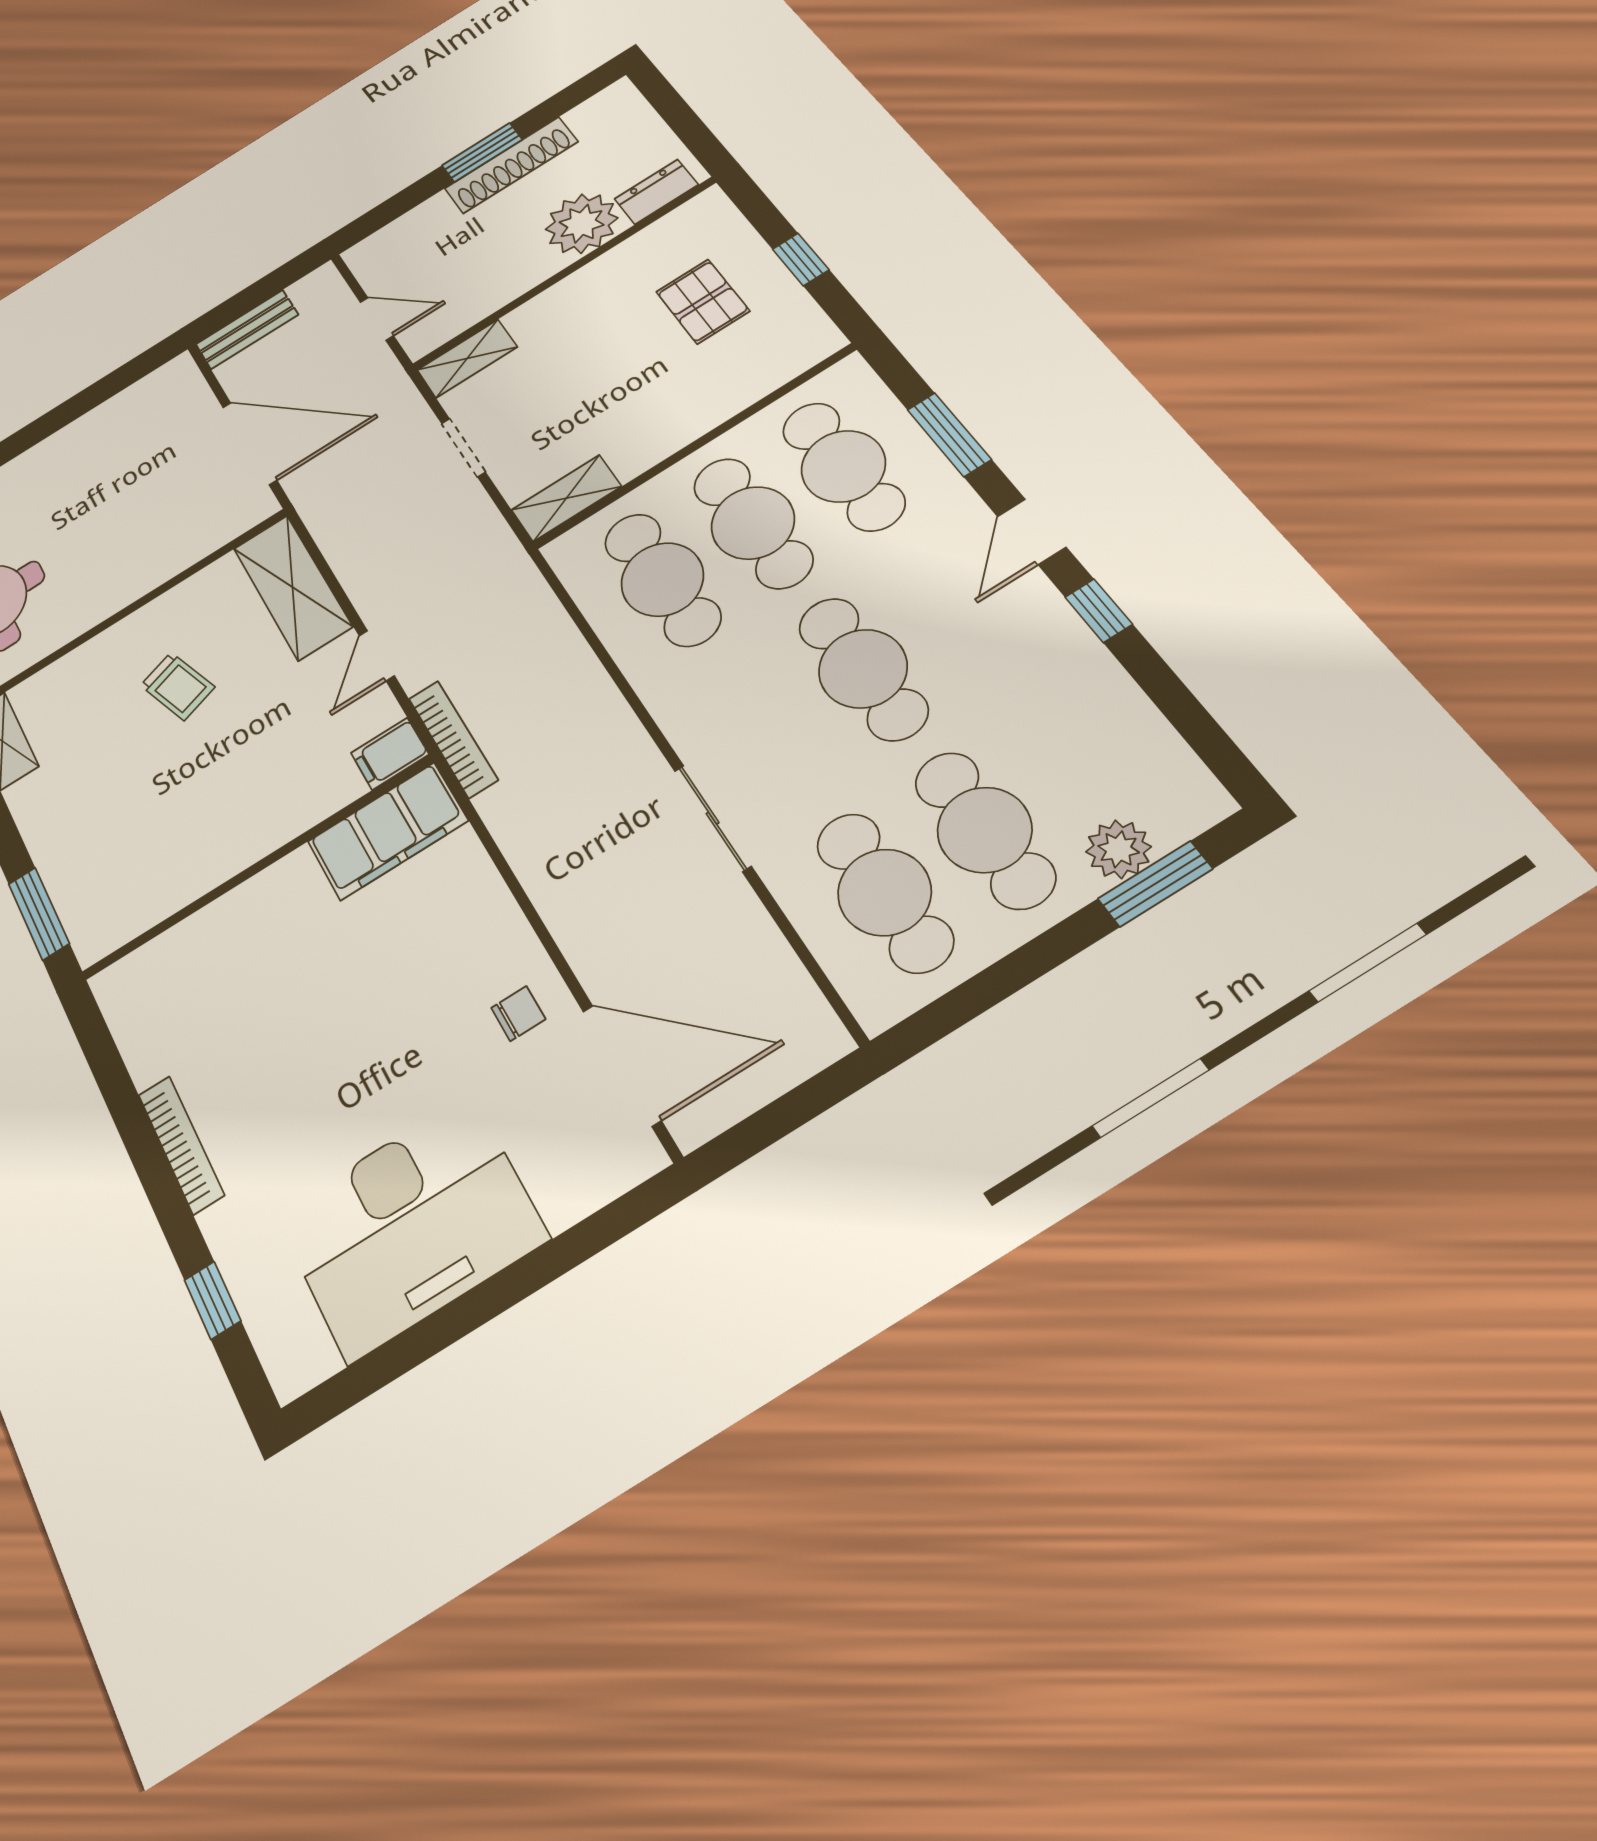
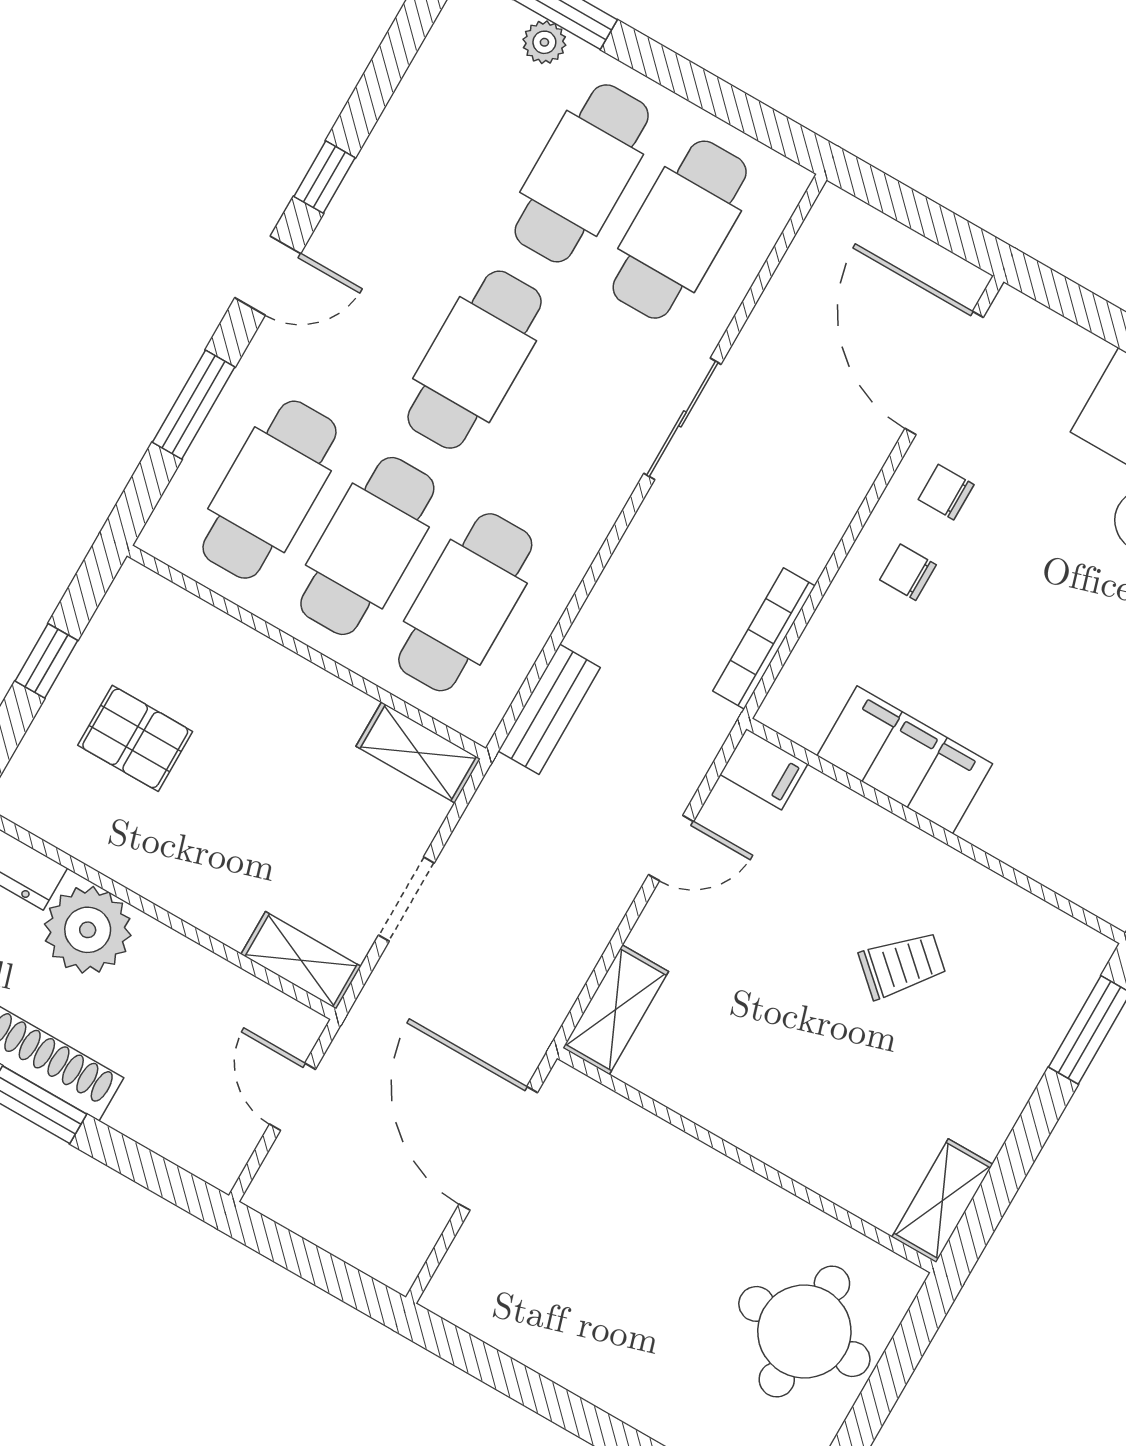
pallet: (703, 301) -> (135, 738), turned 90
bench: (247, 329) -> (549, 709), moved, turned 90
shelving: (292, 587) -> (616, 1010), width x0.67, depth x0.75
trolley: (177, 686) -> (902, 965), moved, turned 61
bookcase: (453, 739) -> (764, 639), moved
filing cabinet: (388, 831) -> (905, 760), moved
plant: (1119, 849) -> (544, 42), width x0.73, depth x0.73
chair: (472, 947) -> (908, 572), added

